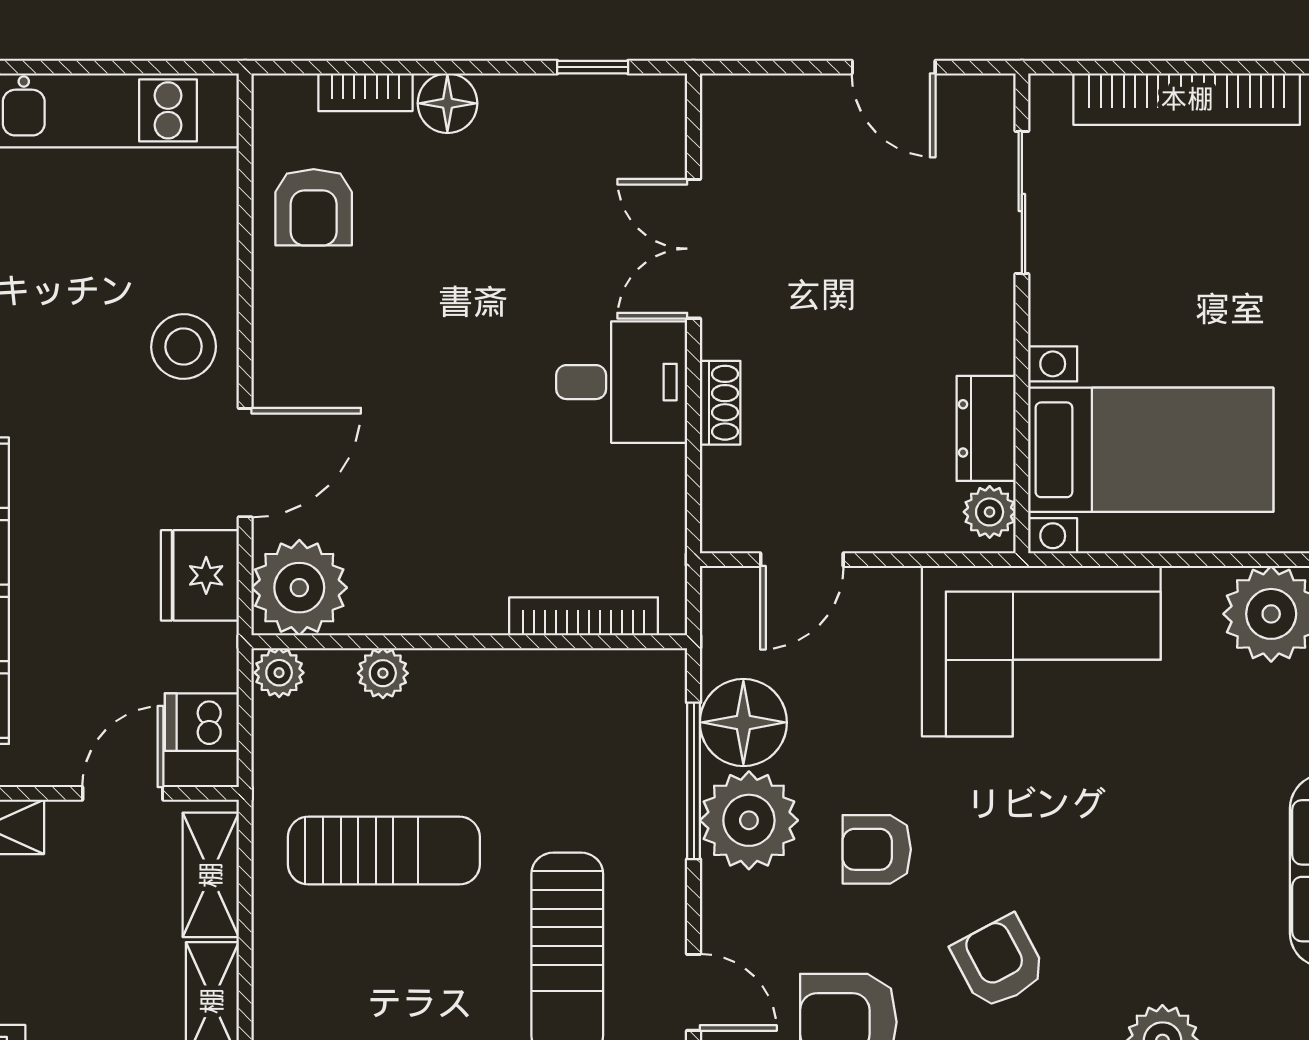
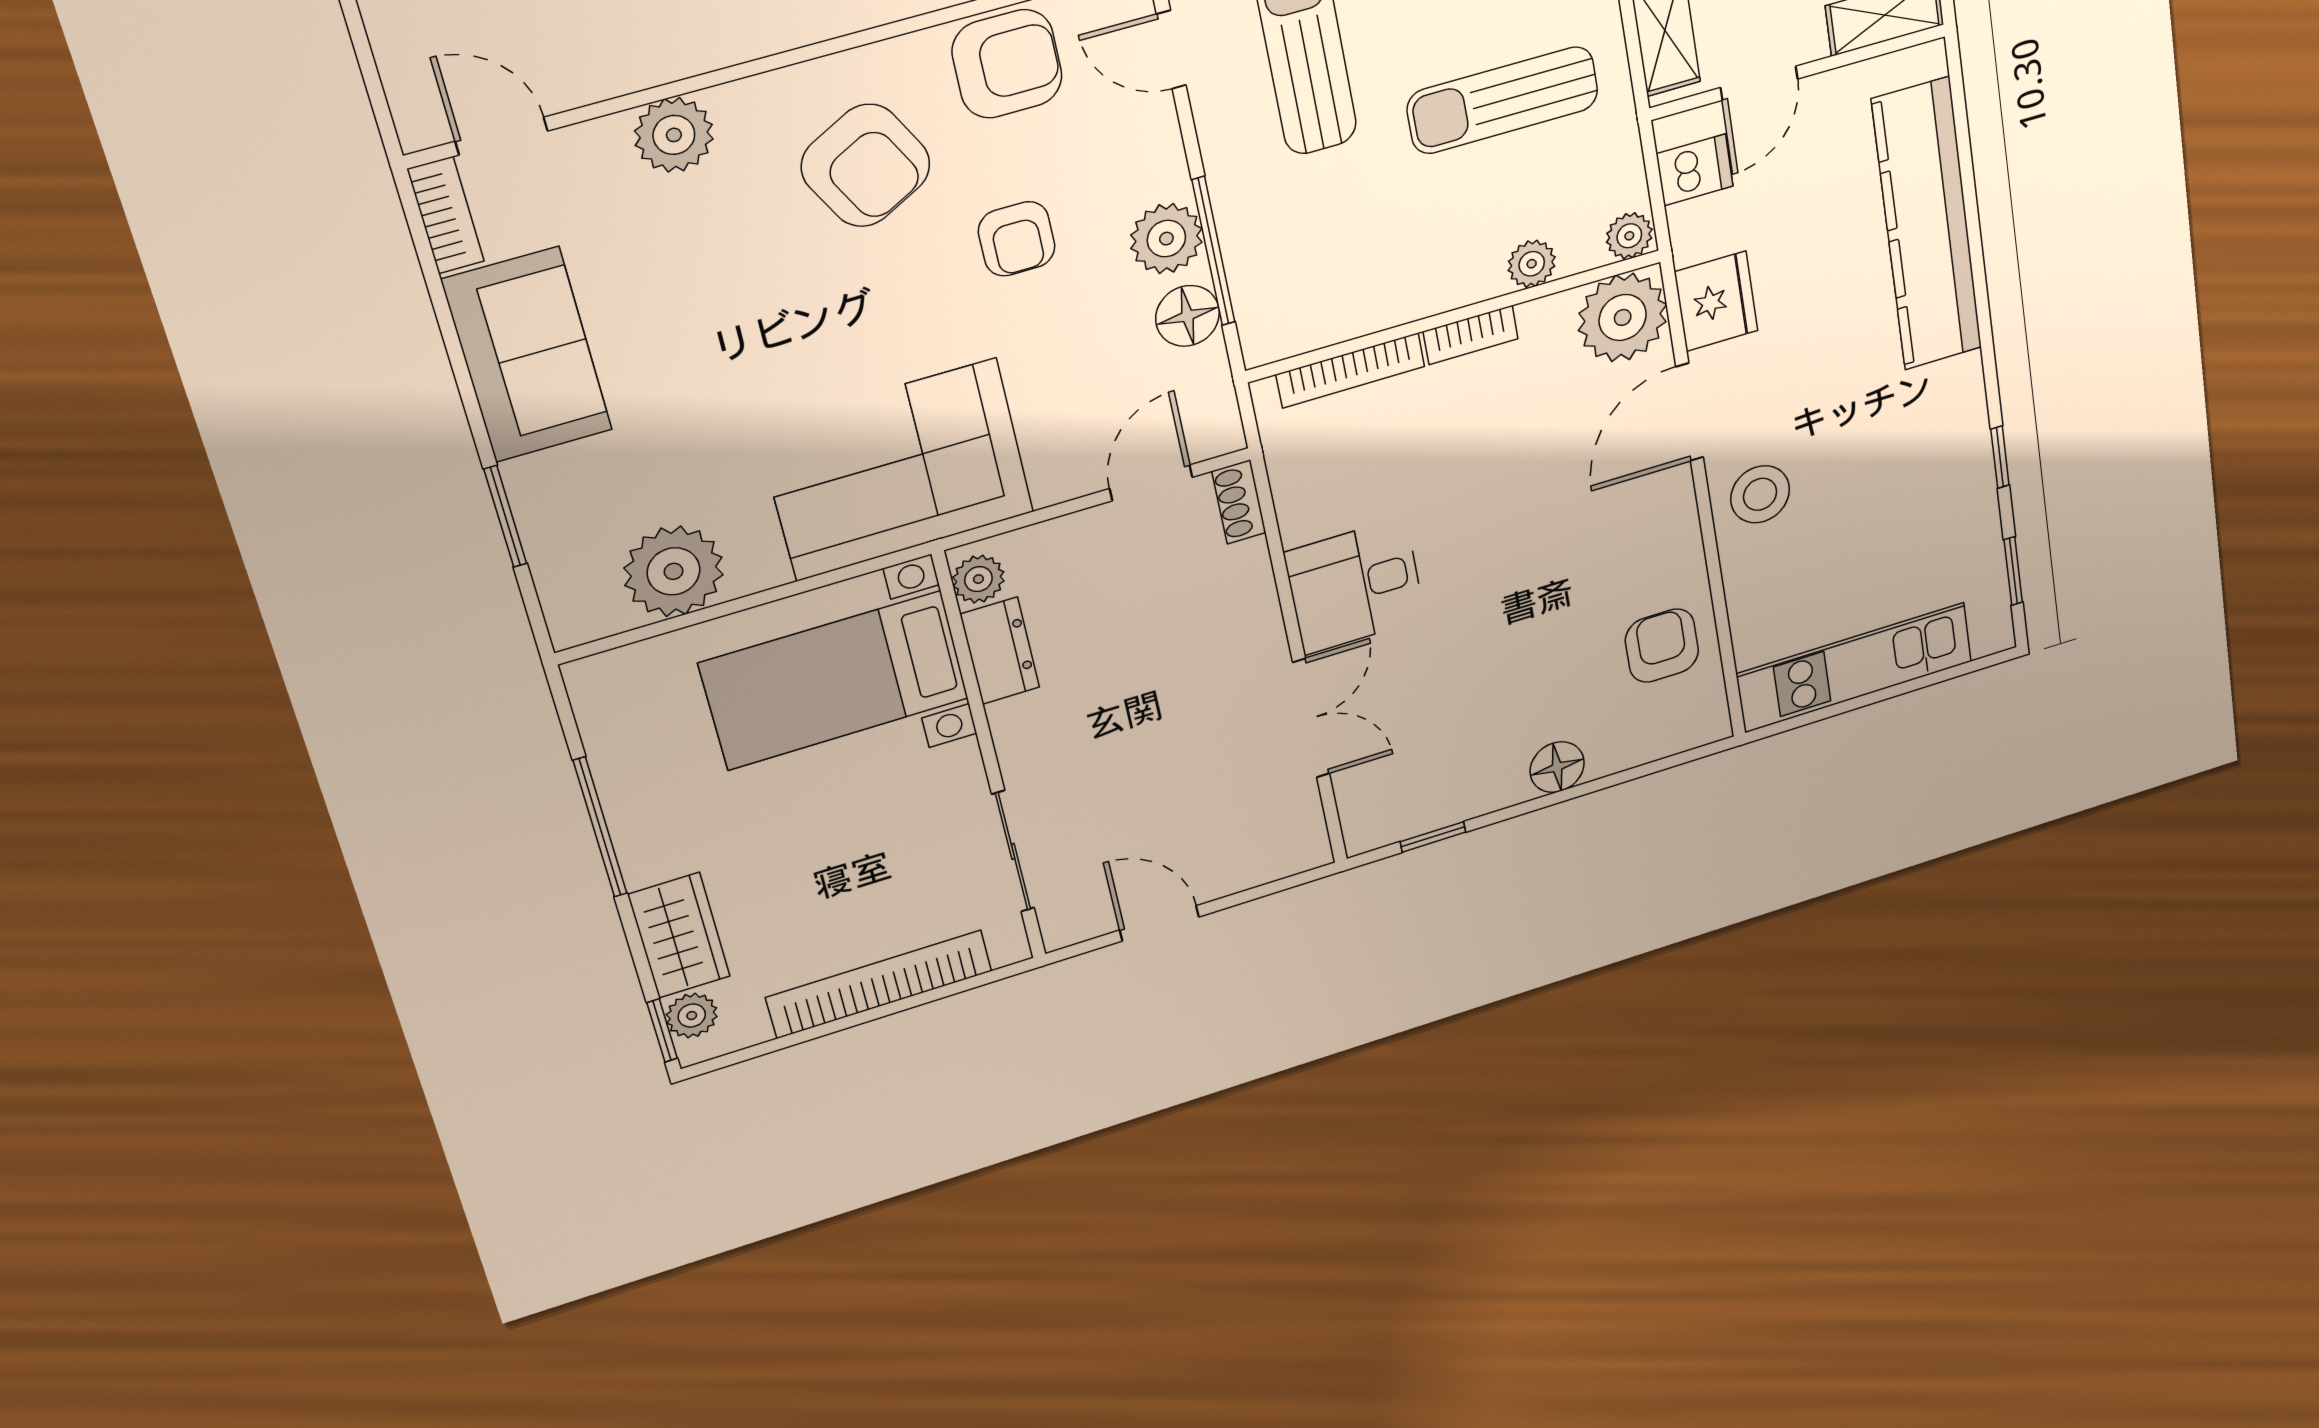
bookcase: (365, 92) -> (1471, 335), moved, turned 180
shoe rack: (720, 403) -> (1239, 502), moved
floor lamp: (743, 722) -> (1188, 316), width x0.73, depth x0.73
plant: (749, 820) -> (1166, 239), width x0.73, depth x0.73
armchair: (877, 849) -> (1017, 239), turned 90
armchair: (999, 962) -> (866, 166), width x1.38, depth x1.38

